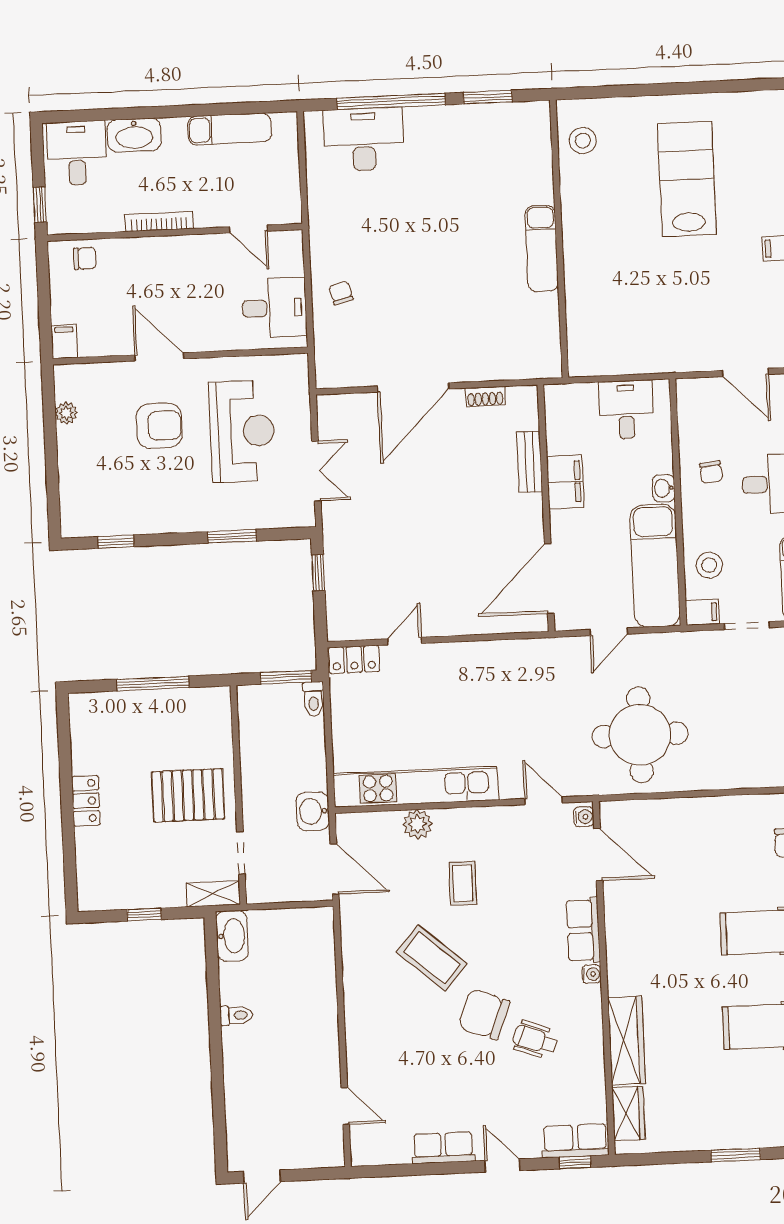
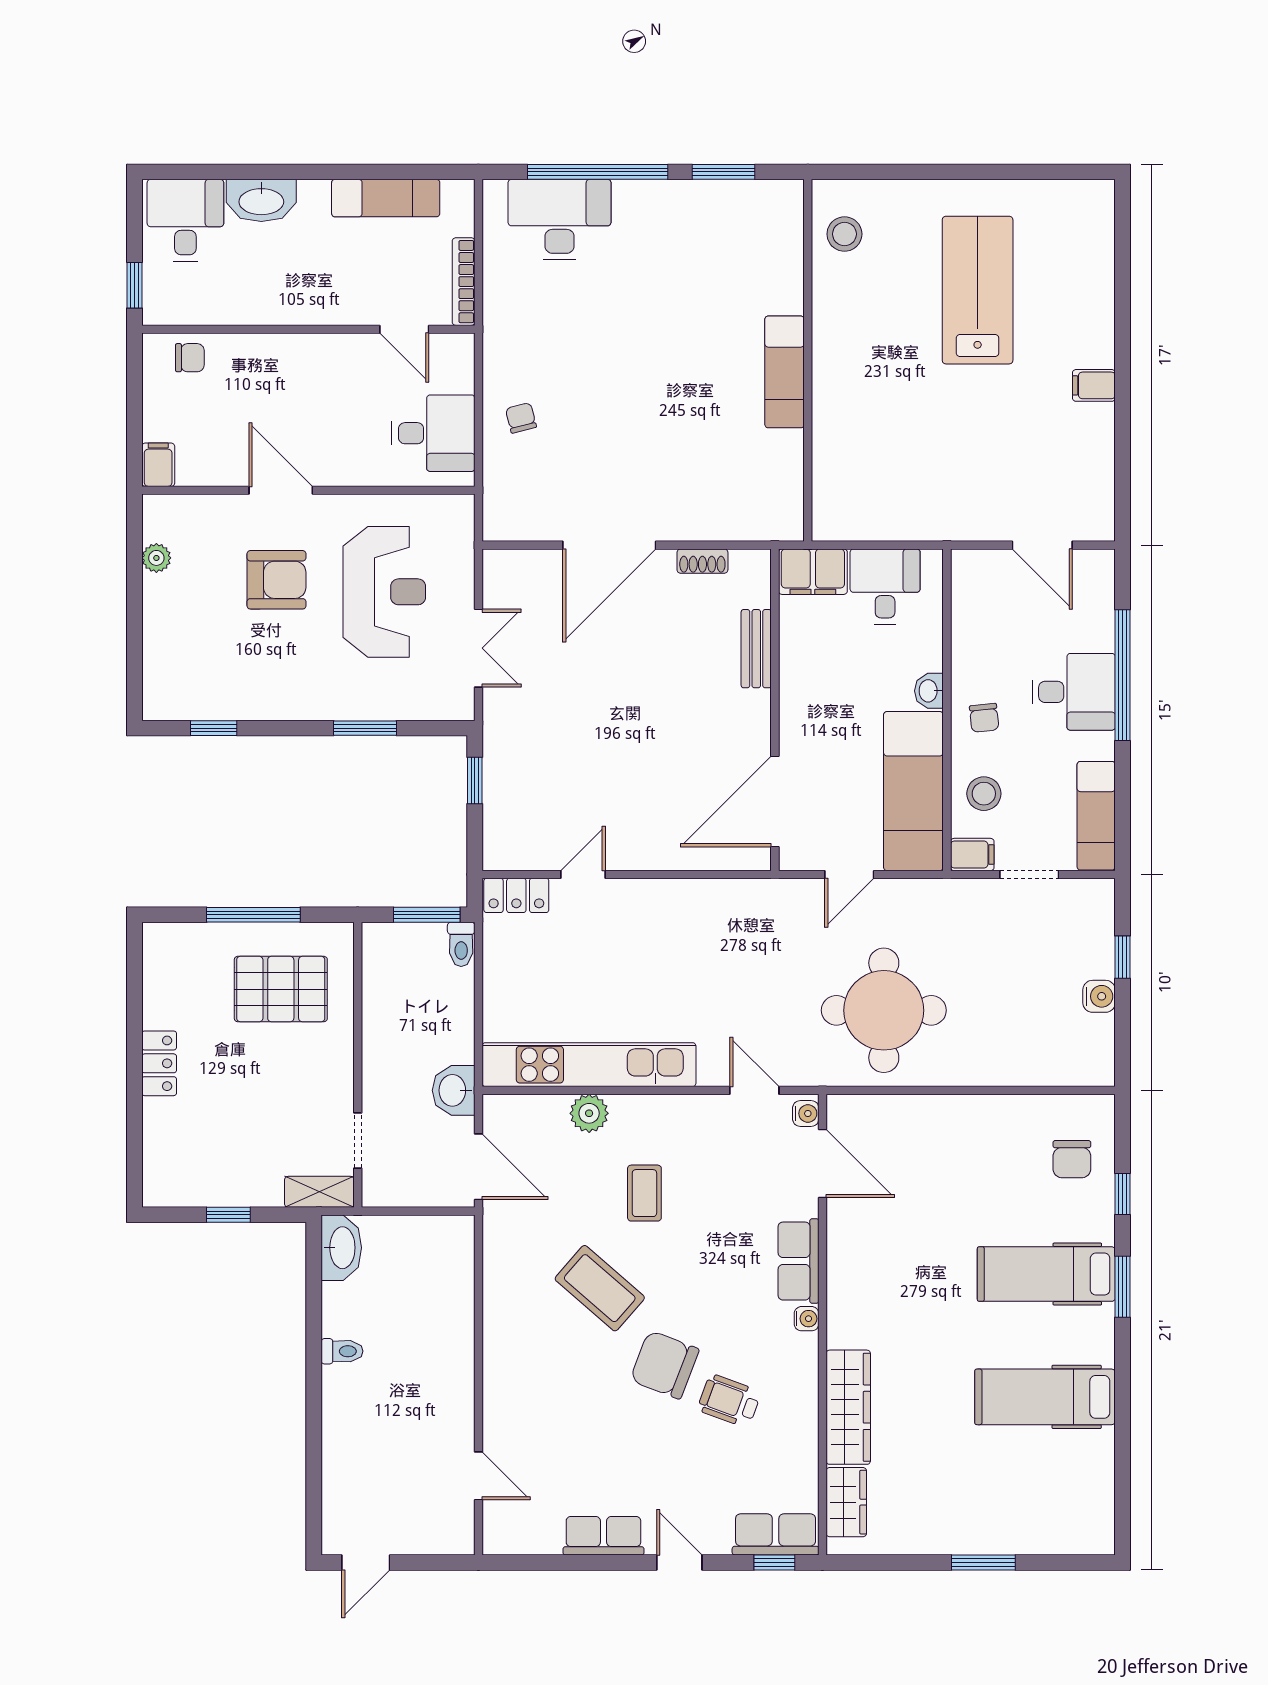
bookcase: (159, 222) -> (464, 282), moved, turned -90
chair: (711, 472) -> (984, 718), moved
filing cabinet: (565, 482) -> (813, 572), moved, turned 90
pallet: (188, 795) -> (281, 989), moved

